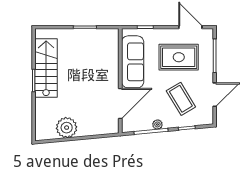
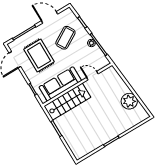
stairs: (46, 68) -> (67, 102), moved, turned 180
door: (120, 103) -> (92, 76), width x0.53

